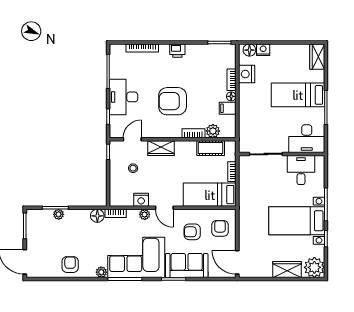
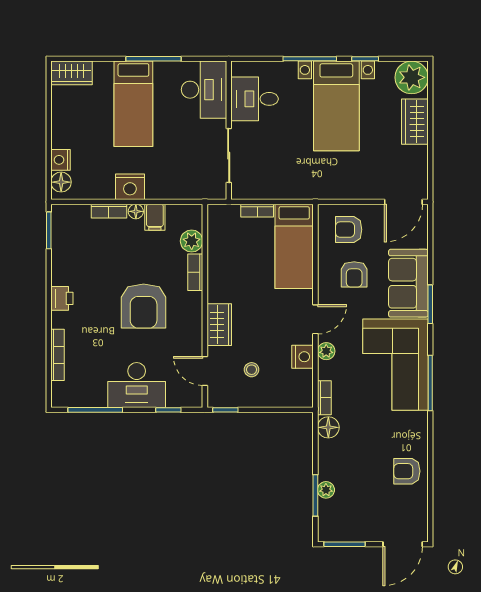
nightstand: (247, 74) -> (130, 187), moved
cot: (211, 148) -> (219, 245), removed
plant: (101, 272) -> (419, 421), removed

